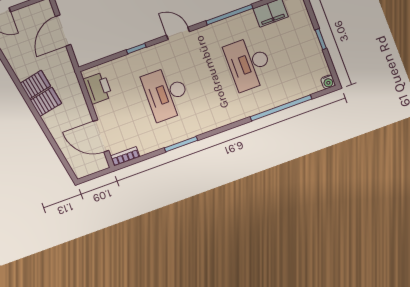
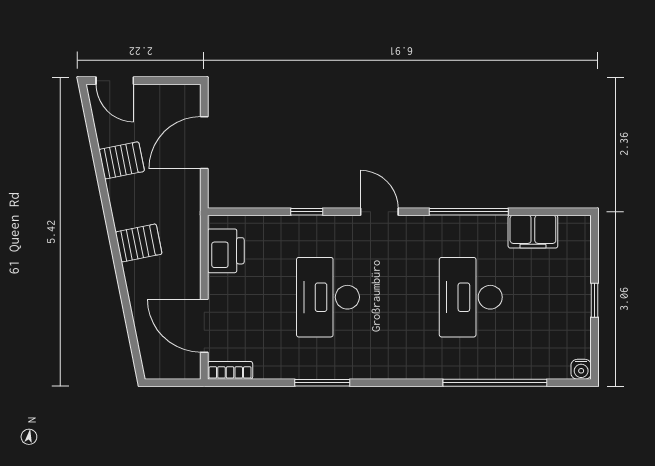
server rack: (35, 85) -> (122, 160), moved

